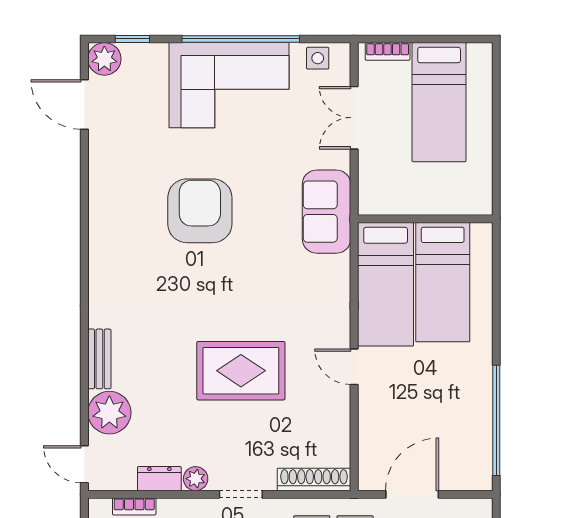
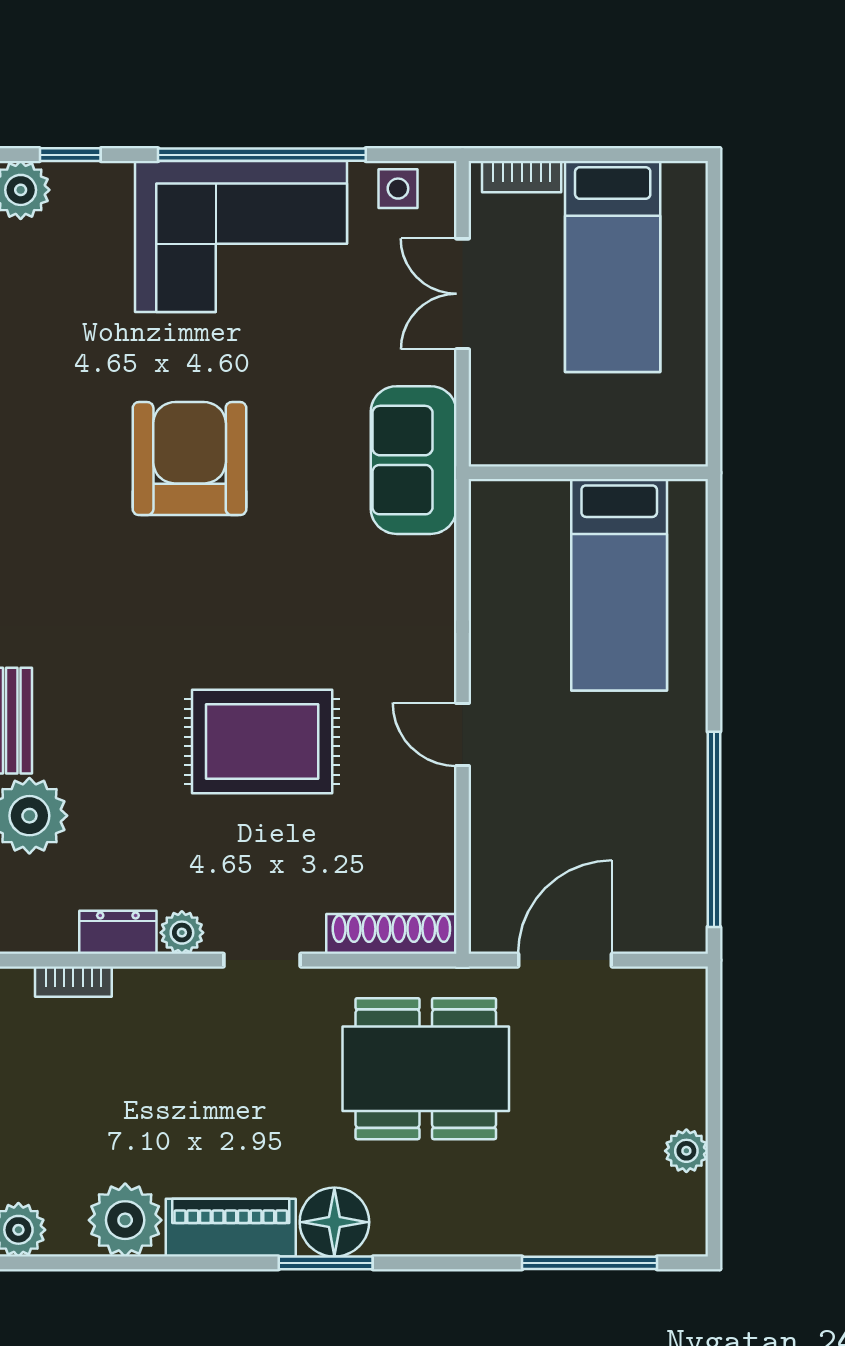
bed: (386, 284) -> (518, 589), removed

